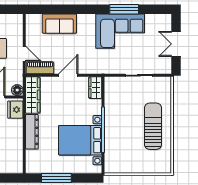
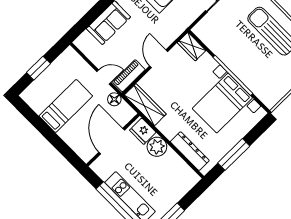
floor lamp: (17, 90) -> (114, 99), moved
plant: (15, 127) -> (157, 147), added
dresser: (32, 132) -> (190, 151), moved

